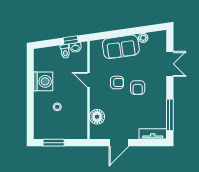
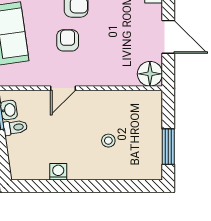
washing machine: (43, 81) -> (58, 172), width x0.53, depth x0.53
floor lamp: (97, 117) -> (150, 74), moved

